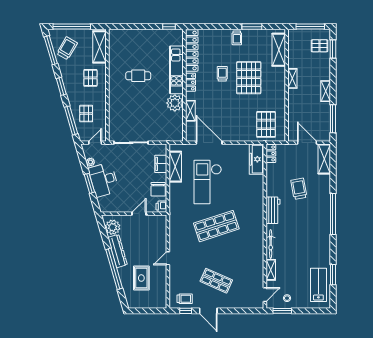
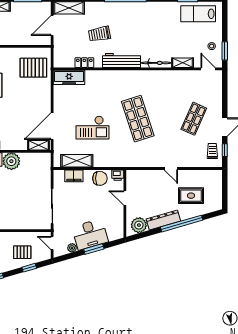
shelving: (190, 111) -> (39, 145), moved
window: (71, 120) -> (29, 268), width x0.46
locker: (271, 153) -> (84, 63), moved
checkout: (208, 182) -> (93, 128), width x0.73, depth x0.83
workbench: (273, 210) -> (121, 61), width x1.38

